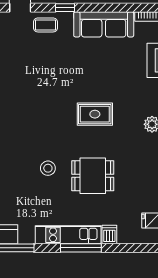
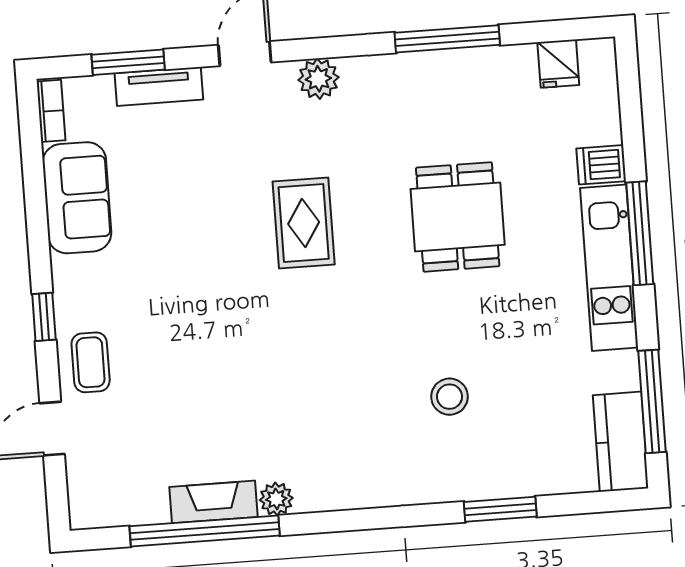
sofa: (104, 24) -> (77, 198), width x0.73
stool: (48, 168) -> (450, 397), moved

